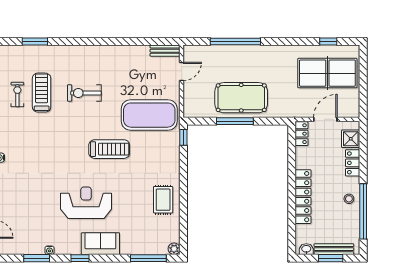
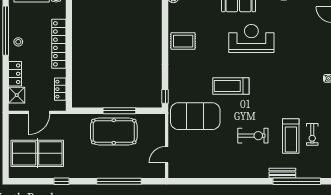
window: (35, 42) -> (297, 181), width x2.11
window: (328, 42) -> (62, 181), moved
bench: (165, 51) -> (282, 173), moved
locker: (302, 134) -> (60, 89), moved
rug: (163, 200) -> (183, 41), turned 90
reception desk: (86, 203) -> (251, 38), turned 180

